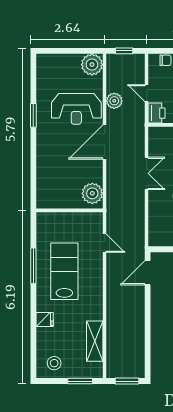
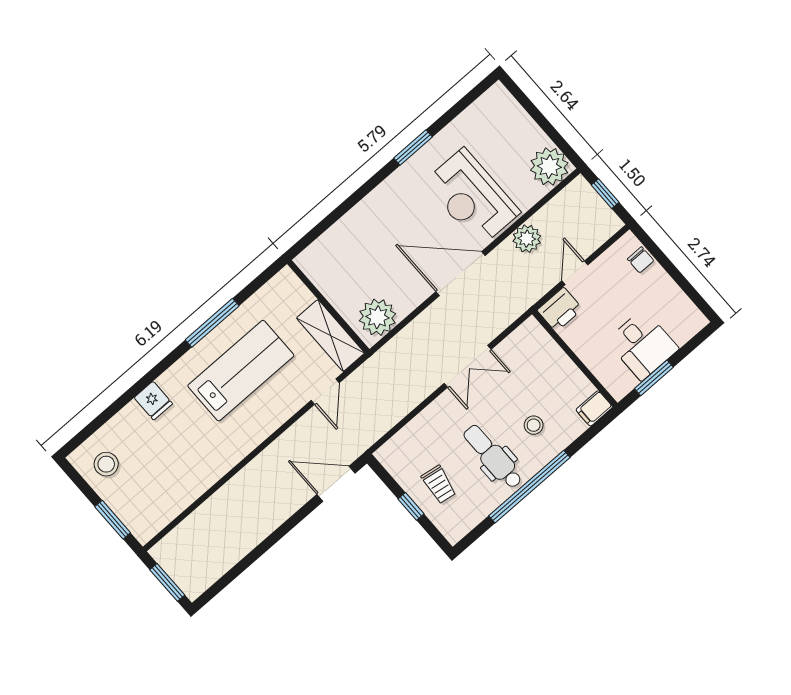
shelving: (95, 341) -> (331, 335), moved, turned 90

